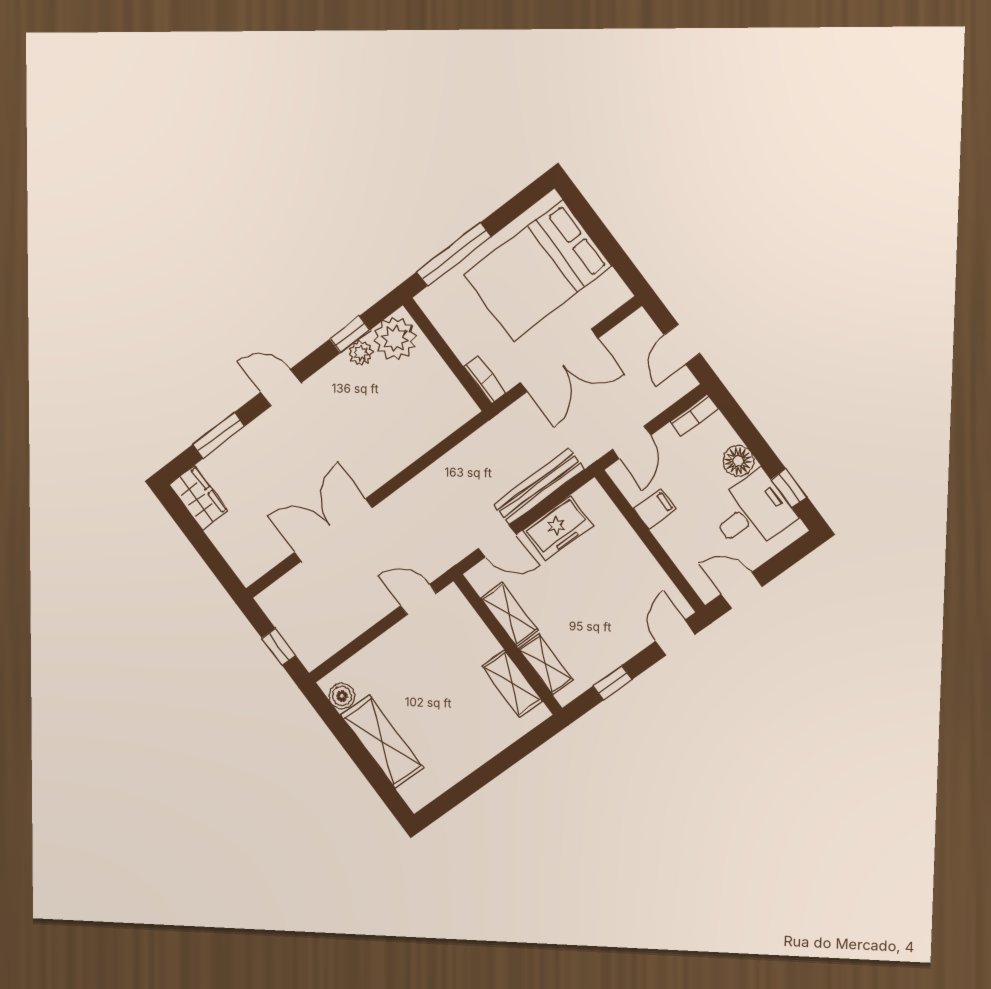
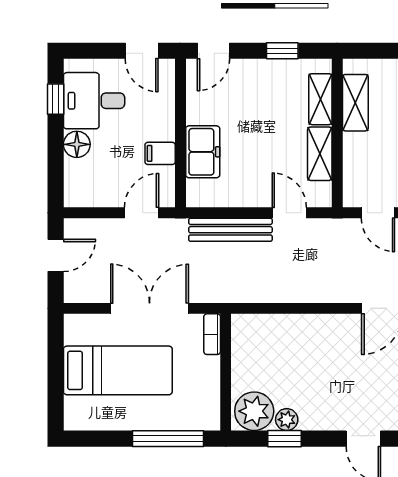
bed: (538, 271) -> (118, 370), width x0.67
bookcase: (694, 415) -> (84, 199), removed
freezer: (558, 528) -> (203, 152), moved, turned 90

